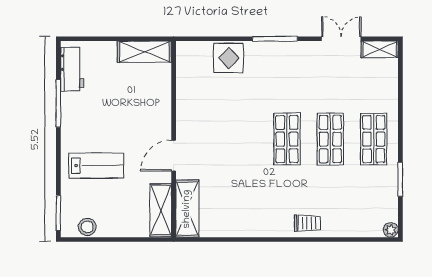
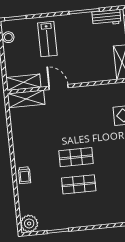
shop shelf: (374, 139) -> (81, 212), removed
plant: (391, 230) -> (29, 224), width x1.88, depth x1.88

